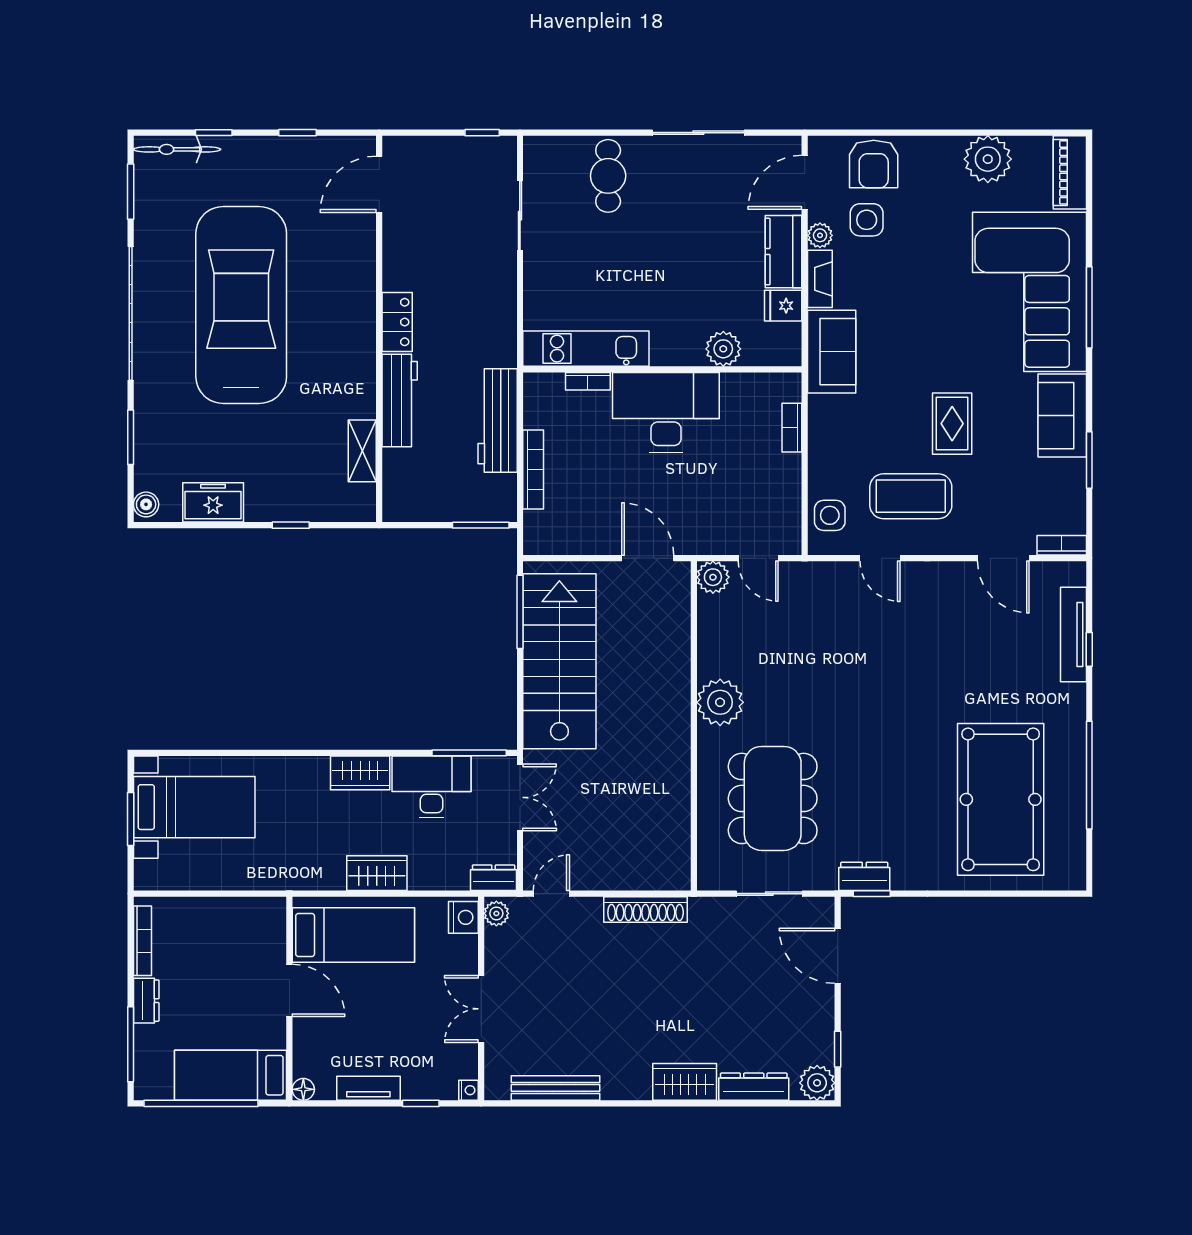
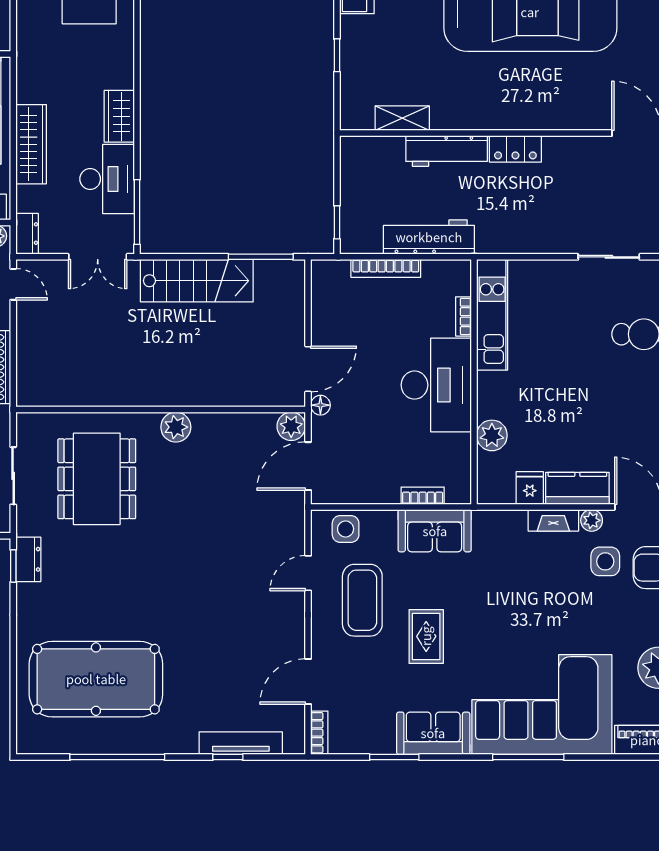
sofa: (832, 352) -> (435, 531), moved
rug: (952, 424) -> (426, 636), turned 90
window: (481, 525) -> (337, 222), width x0.67
floor lamp: (689, 544) -> (320, 405), added
door: (758, 558) -> (308, 466), width x1.38
stairs: (559, 661) -> (197, 281), width x0.73, depth x0.66
plant: (720, 702) -> (176, 427), width x0.73, depth x0.73
dining table: (773, 798) -> (97, 479), turned 90
wardrobe: (377, 873) -> (31, 144), width x1.50

